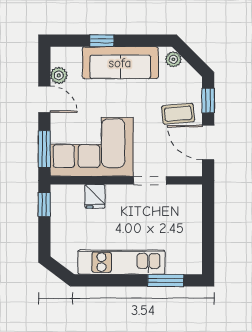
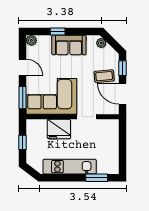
sofa: (120, 63) -> (69, 45), width x0.73
plant: (59, 75) -> (31, 40), moved
fridge: (95, 196) -> (59, 129), width x1.88, depth x1.34
window: (44, 204) -> (23, 142), moved

